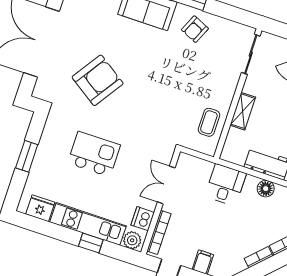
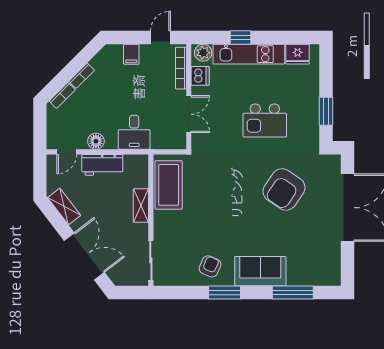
coffee table: (209, 122) -> (169, 185), width x1.86, depth x1.72
window: (27, 156) -> (326, 111), moved

